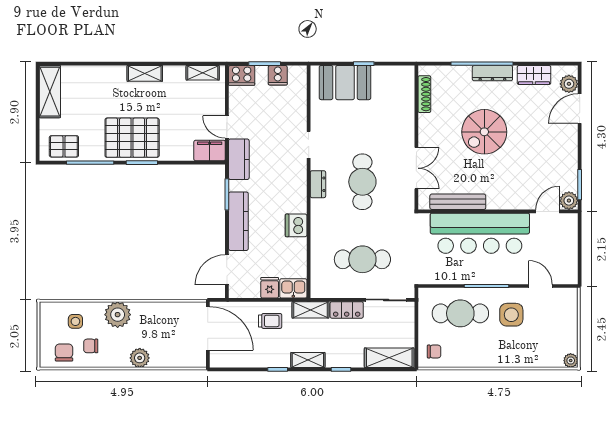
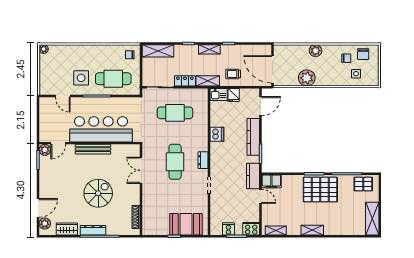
bench: (458, 202) -> (93, 149), moved
plant: (118, 315) -> (307, 78), moved

